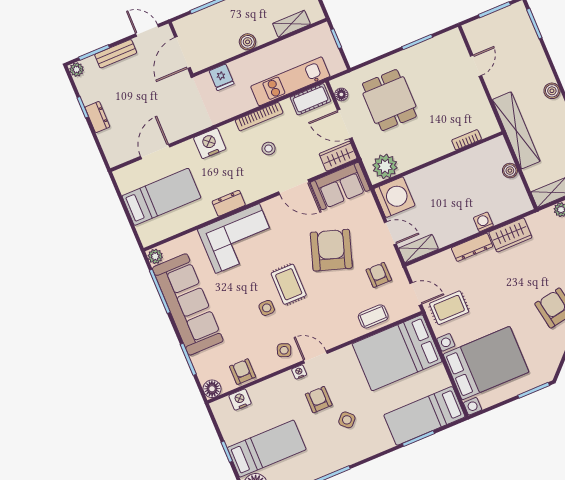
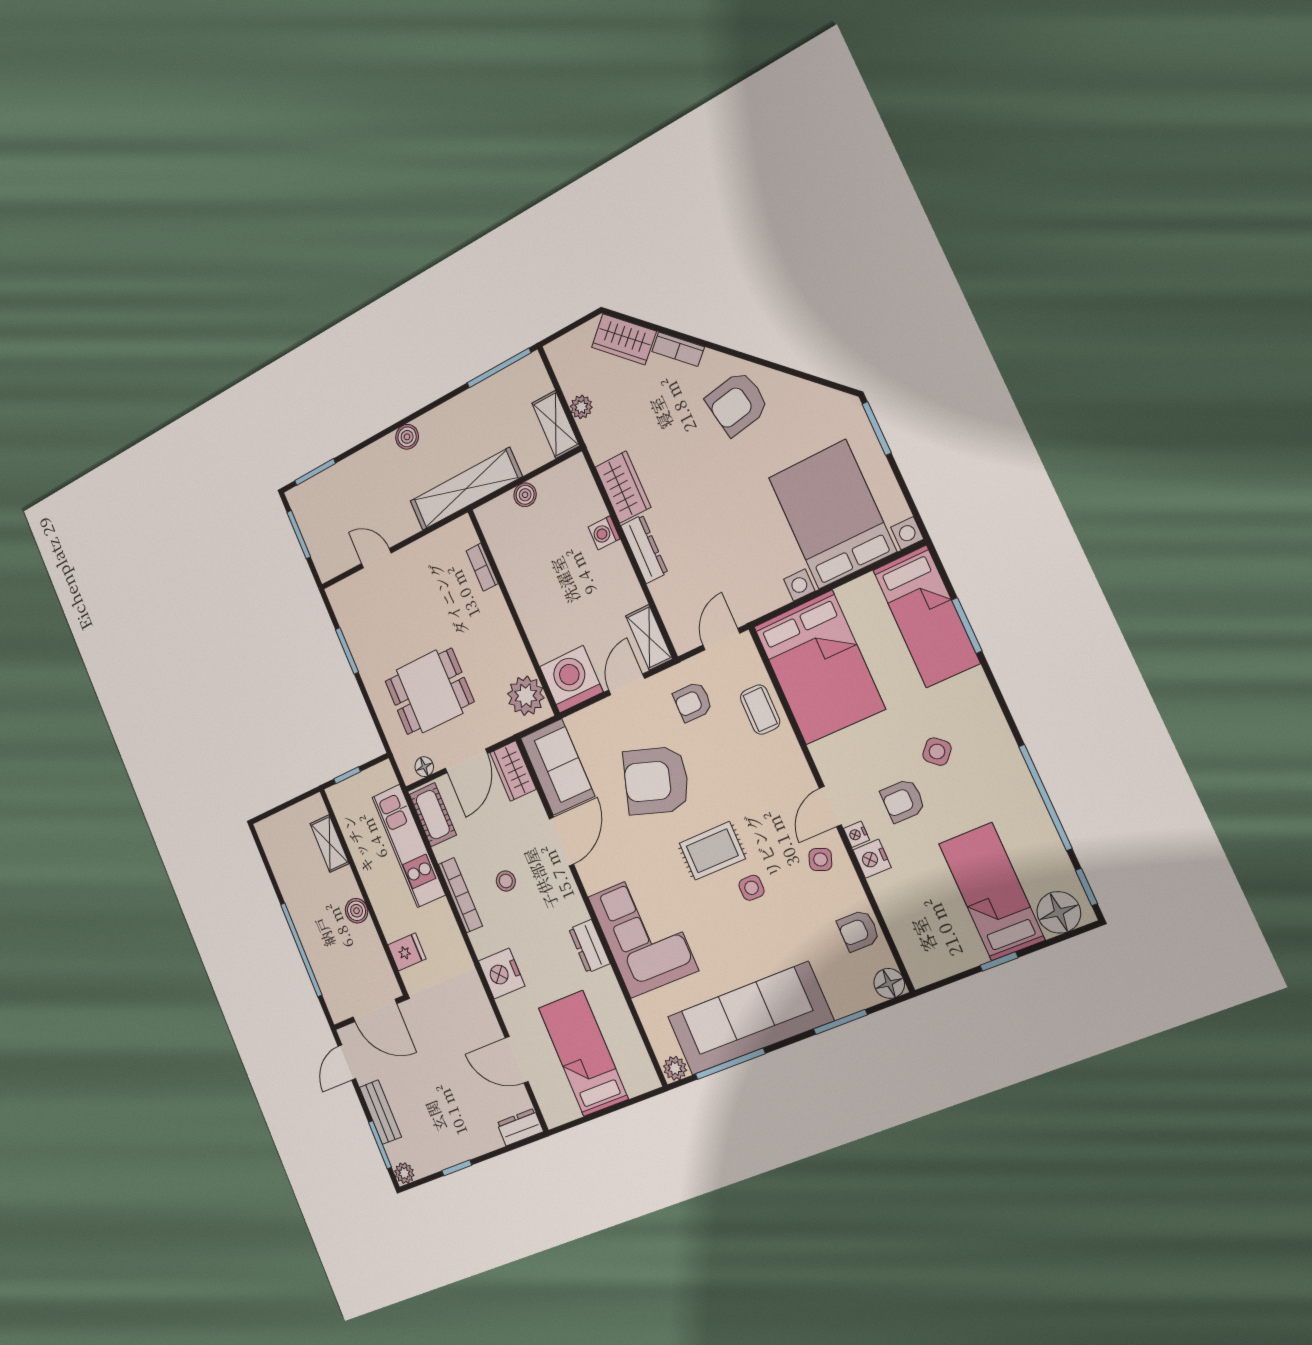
dresser: (97, 117) -> (520, 1127), moved
rug: (449, 308) -> (742, 582), removed
nightstand: (240, 400) -> (872, 859), moved

